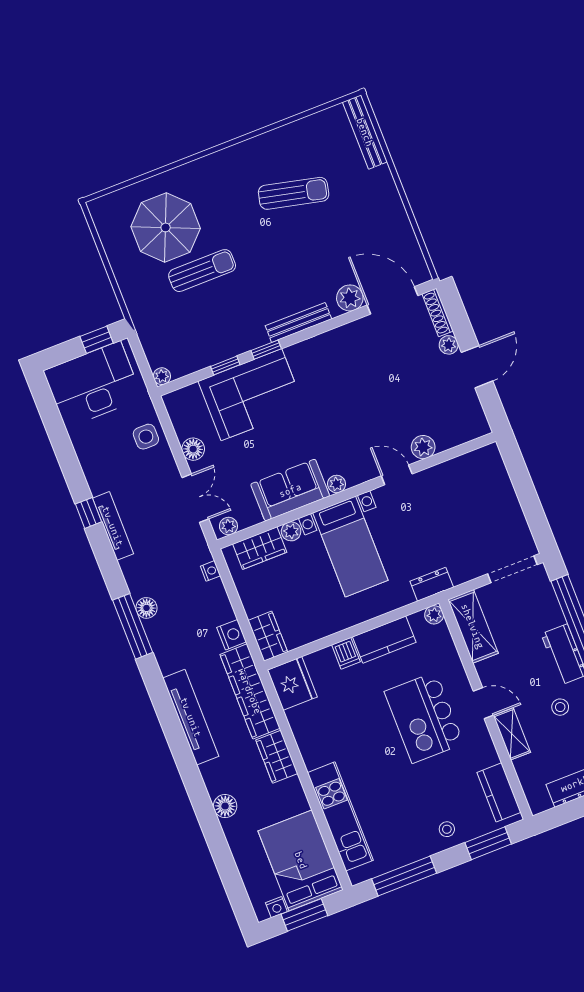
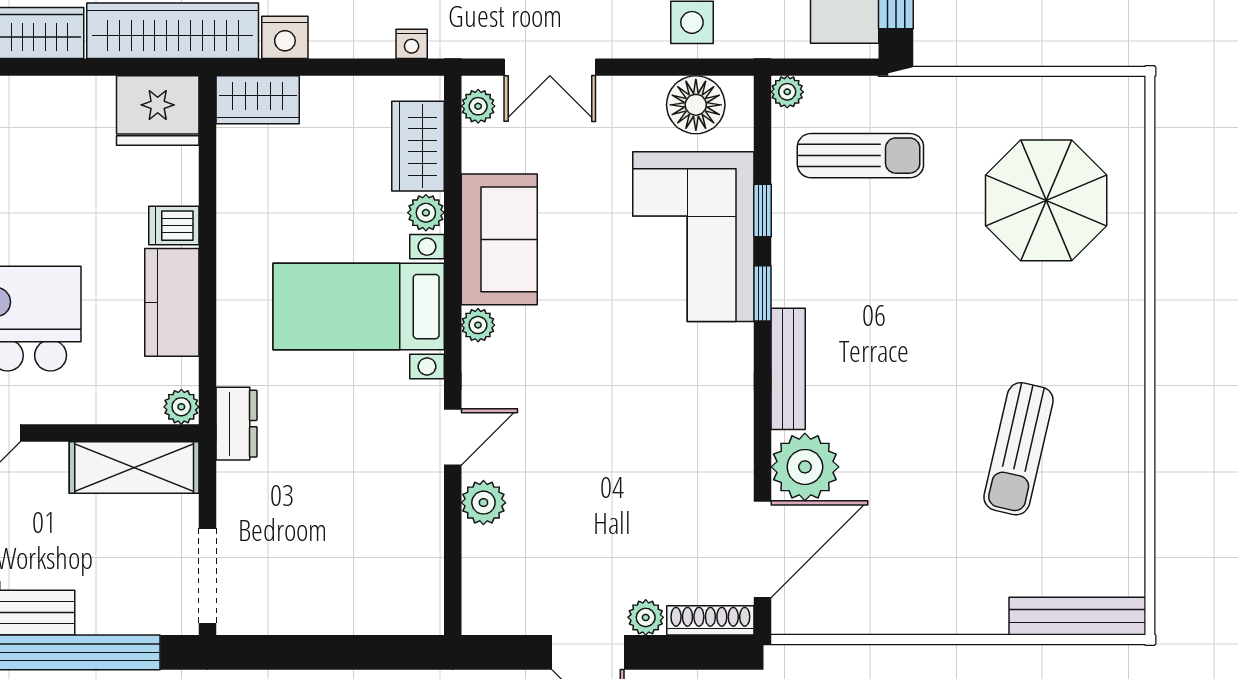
sun lounger: (202, 271) -> (860, 156), moved, turned -90
plant: (350, 298) -> (805, 467), width x1.36, depth x1.36
floor lamp: (193, 449) -> (696, 105), moved, width x1.38, depth x1.38

